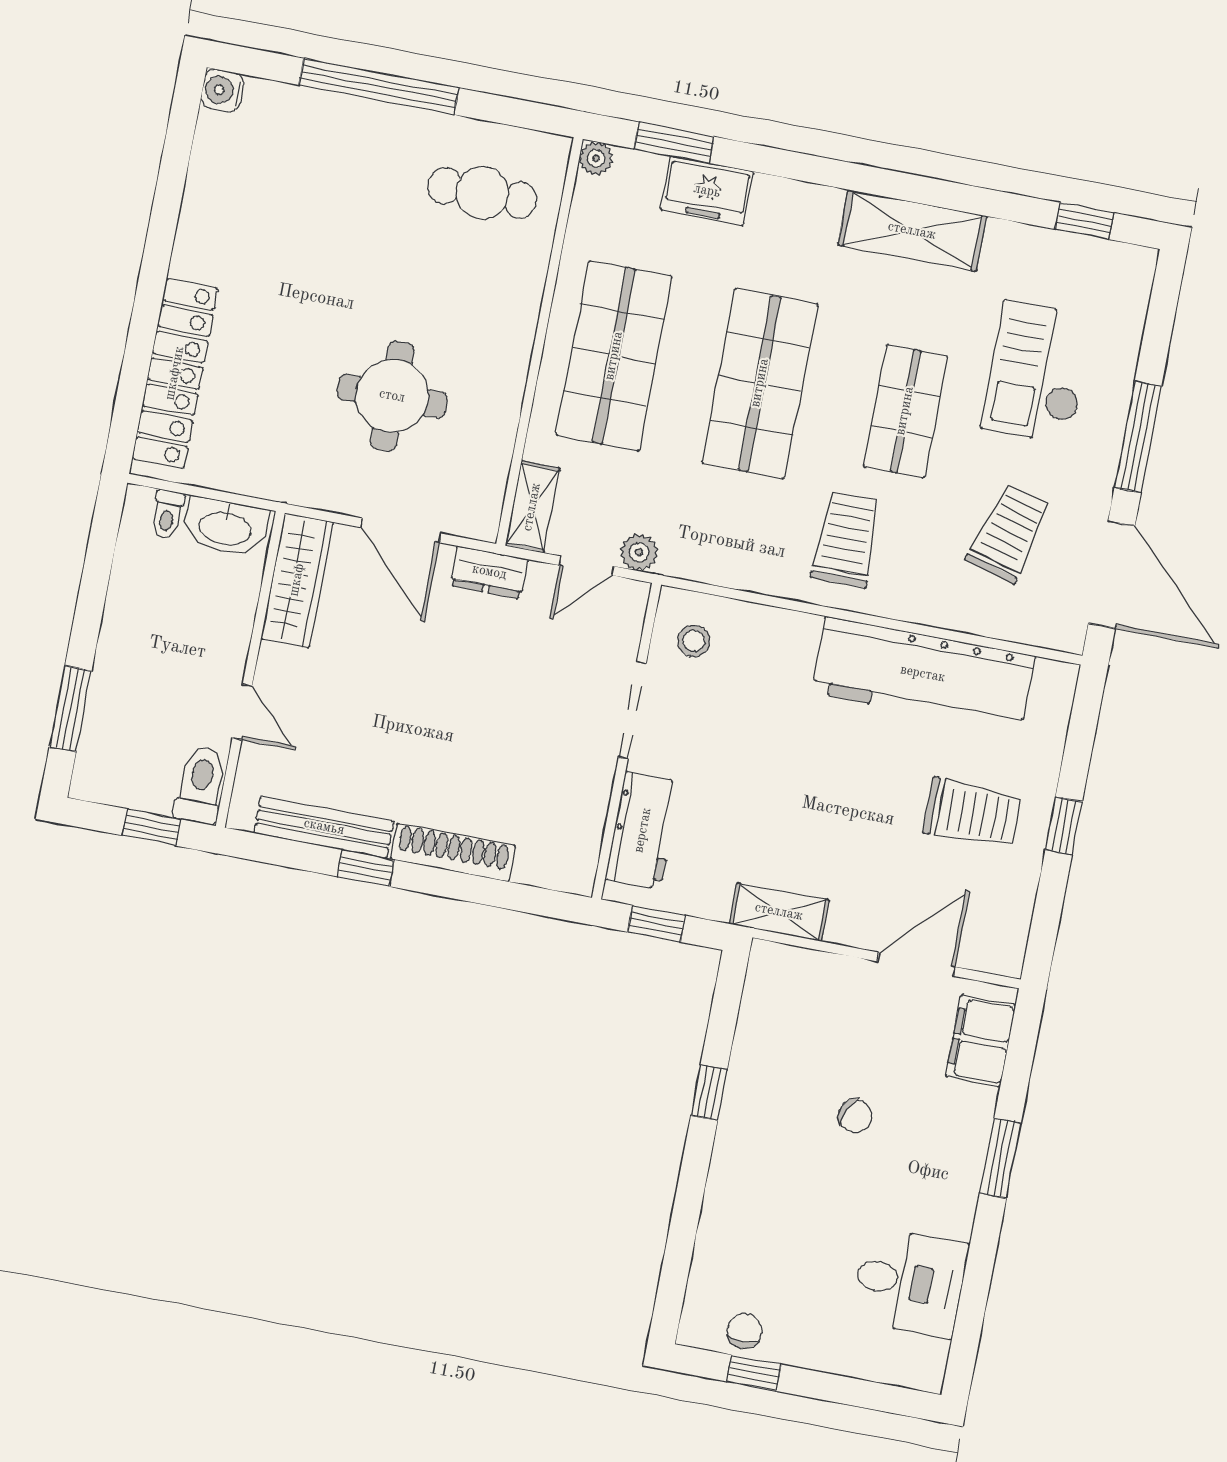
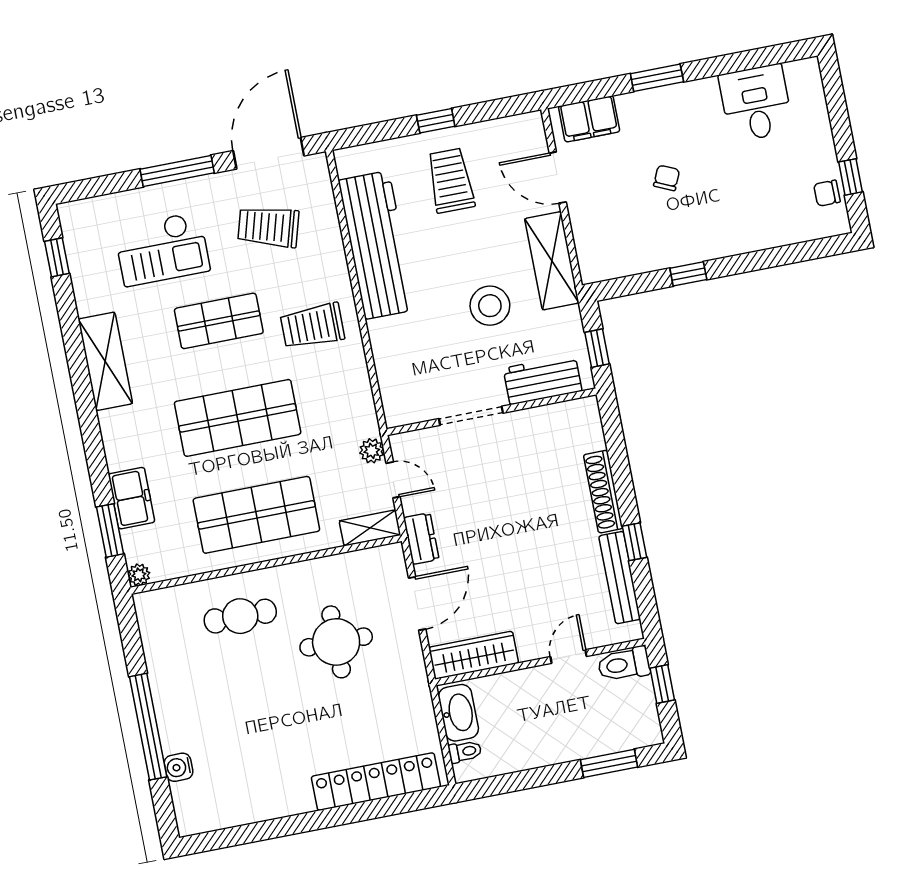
water cooler: (222, 90) -> (179, 767), moved, turned 90
cafe table: (482, 193) -> (240, 616), moved, turned 90
stool: (694, 641) -> (490, 306), moved, width x1.89, depth x1.89
shelving: (779, 912) -> (552, 261), width x1.50, depth x1.33

